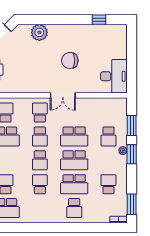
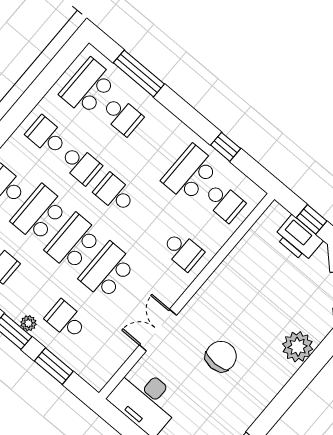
double door: (63, 95) -> (158, 330), moved
school desk: (40, 136) -> (47, 136), moved

